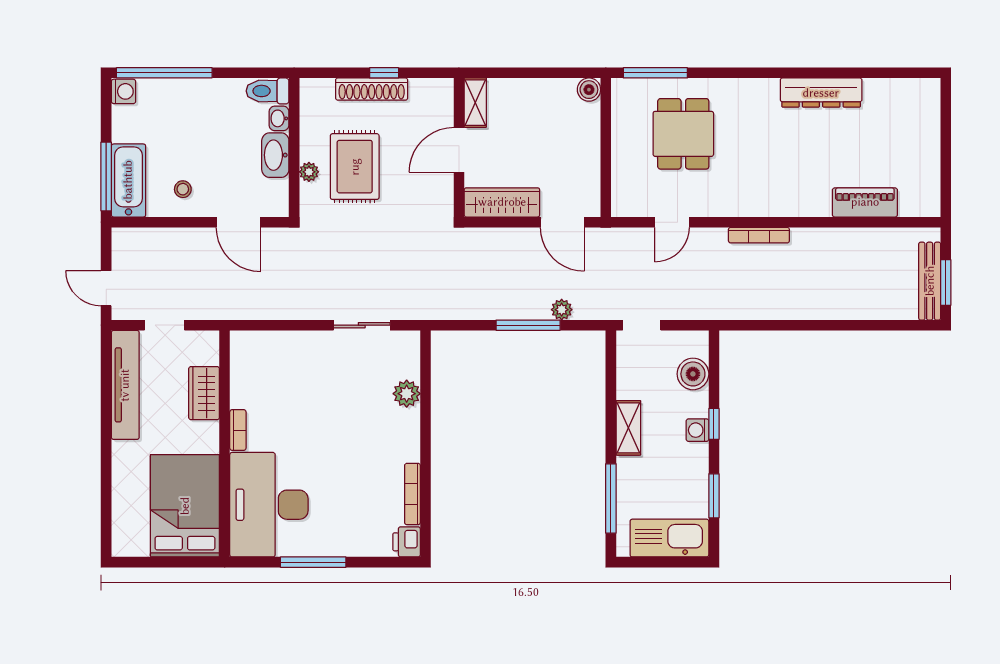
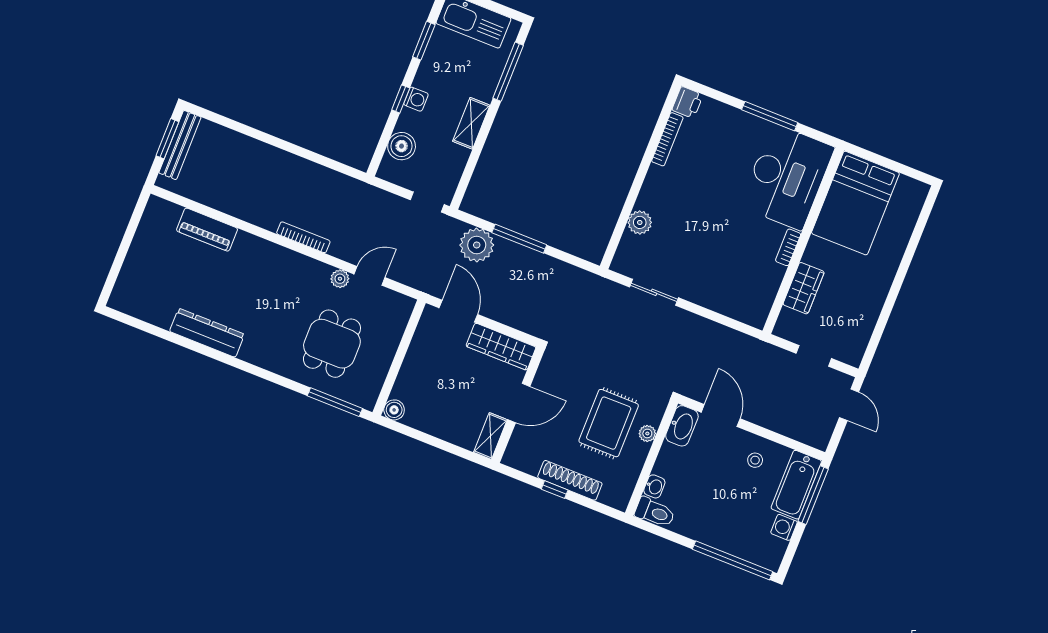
washing machine: (123, 91) -> (784, 527), moved
washbasin: (275, 155) -> (682, 426), moved
plant: (702, 206) -> (340, 279), added
plant: (562, 310) -> (477, 245), width x1.88, depth x1.88
tv unit: (125, 385) -> (865, 320), removed

